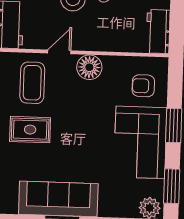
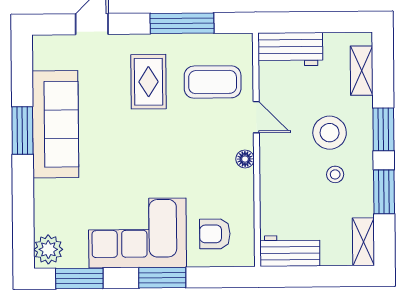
floor lamp: (89, 67) -> (245, 159), width x0.53, depth x0.53
armchair: (143, 86) -> (215, 234), turned -90

